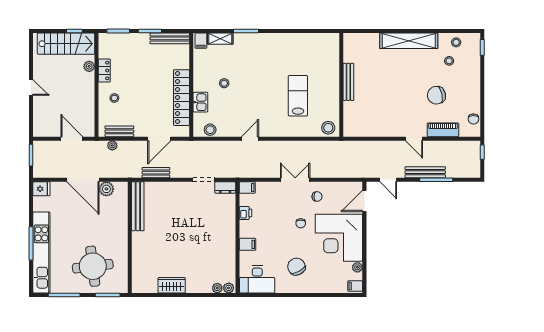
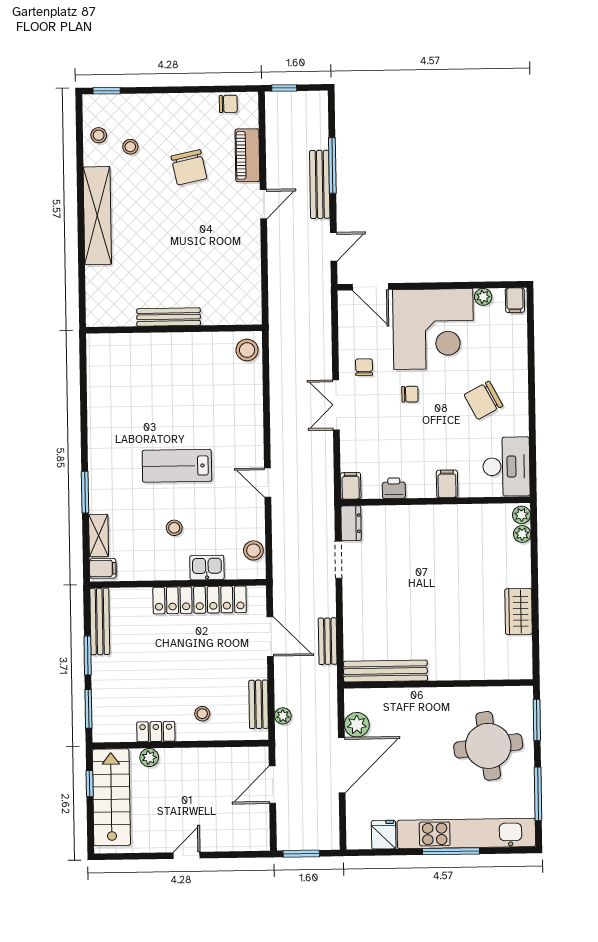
lab bench: (298, 96) -> (177, 466), moved
fridge: (41, 189) -> (384, 835), moved

